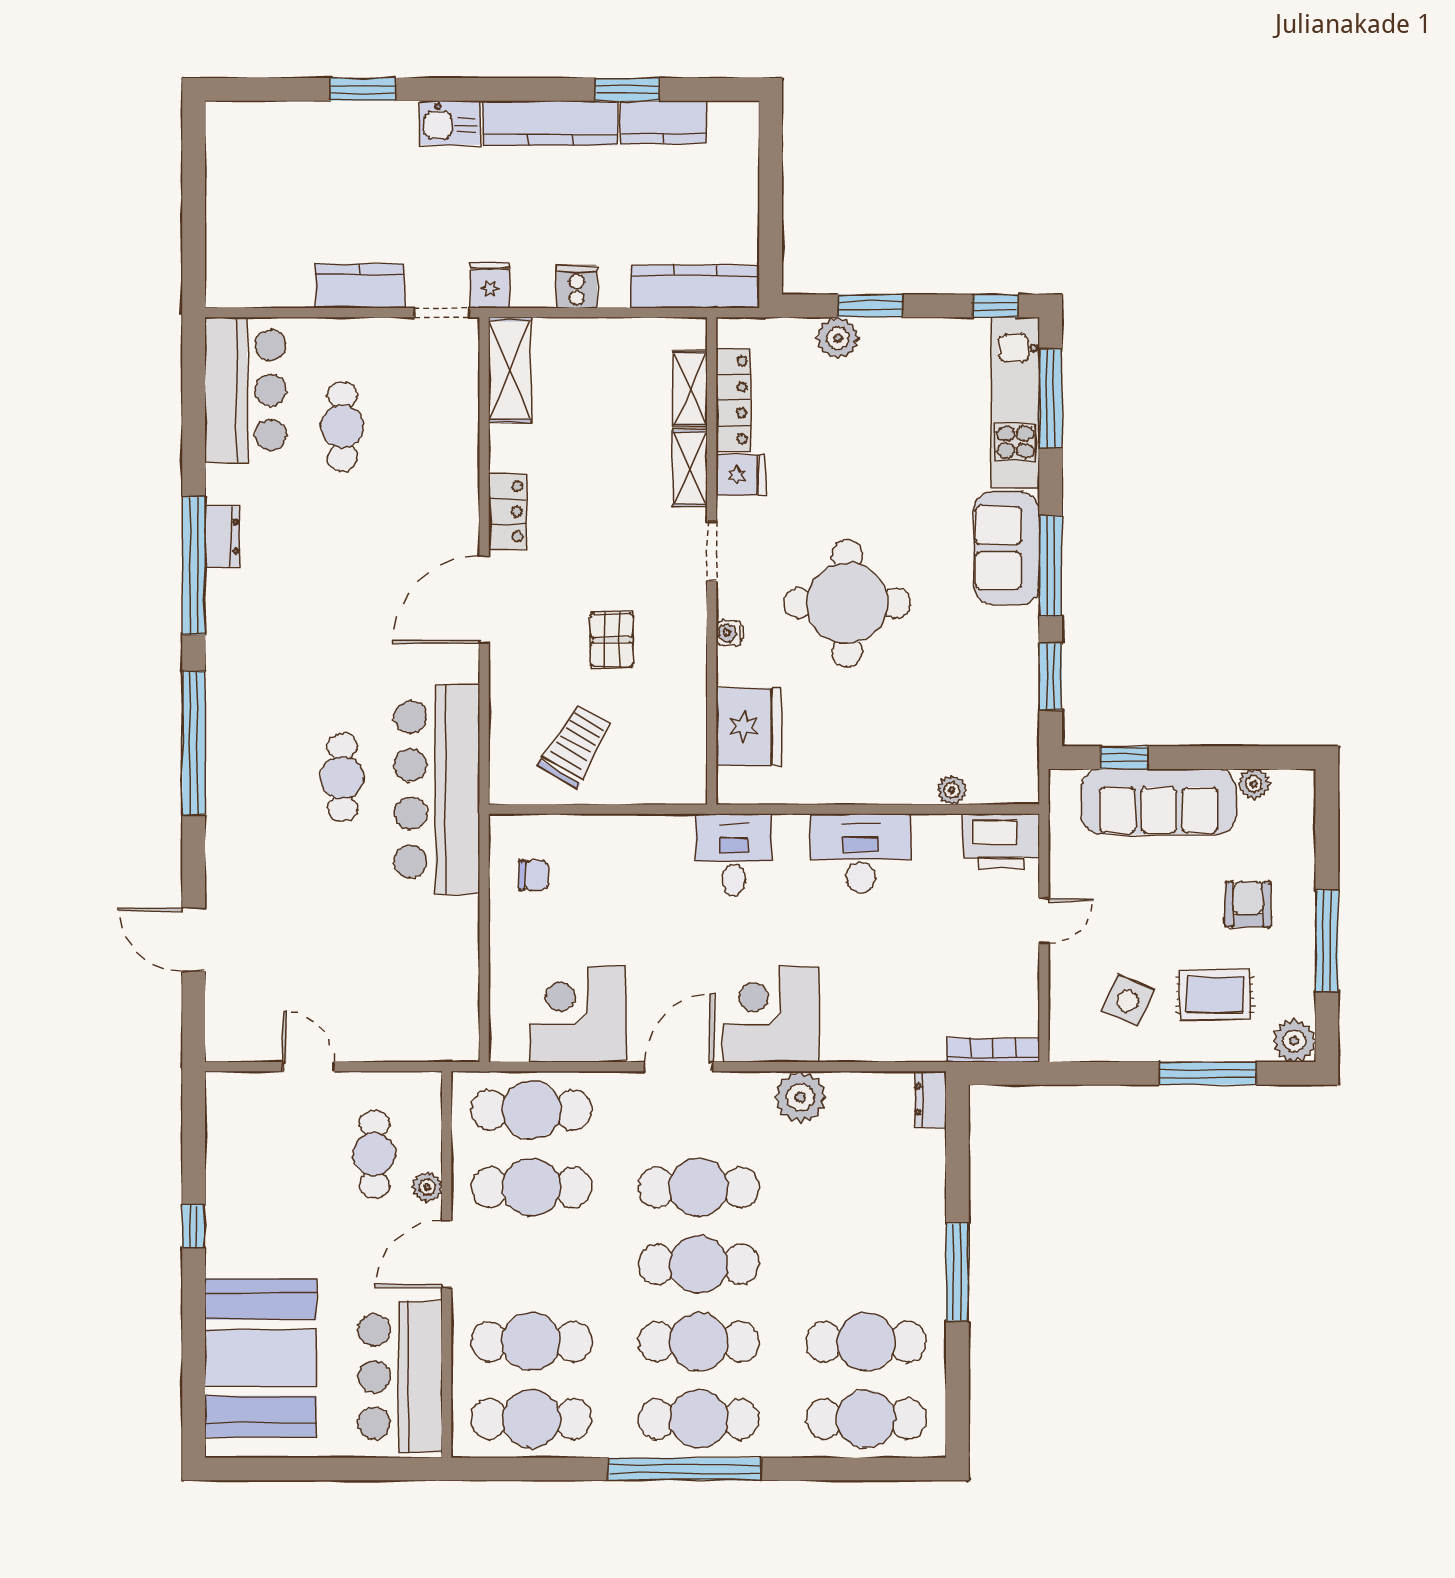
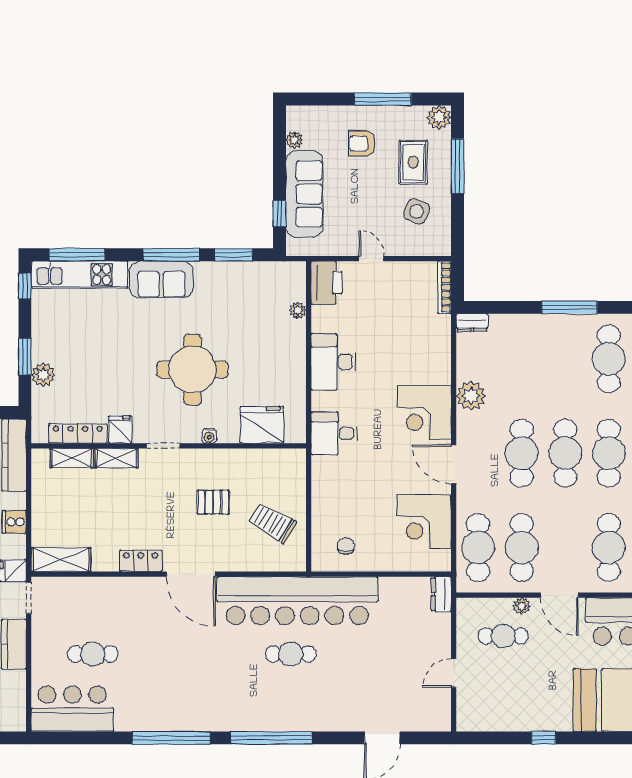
dresser: (222, 537) -> (441, 594), moved, turned -90
bar counter: (437, 789) -> (297, 601), width x1.36

